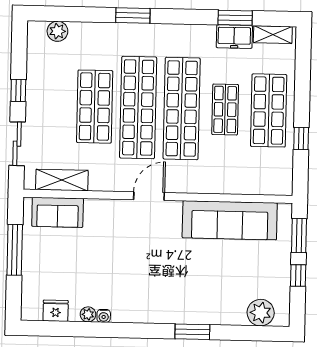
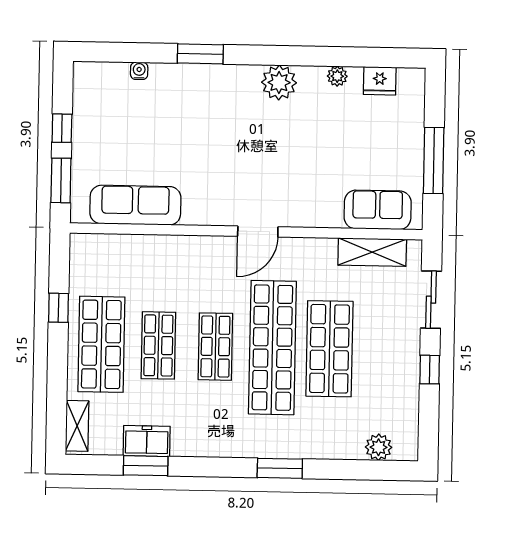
shelving: (273, 35) -> (77, 426), moved, turned 90
shop shelf: (182, 108) -> (215, 347), width x0.50, depth x0.74
sofa: (230, 220) -> (135, 205), width x0.74, depth x0.79
plant: (261, 313) -> (279, 83), moved
water cooler: (104, 316) -> (139, 71), moved

